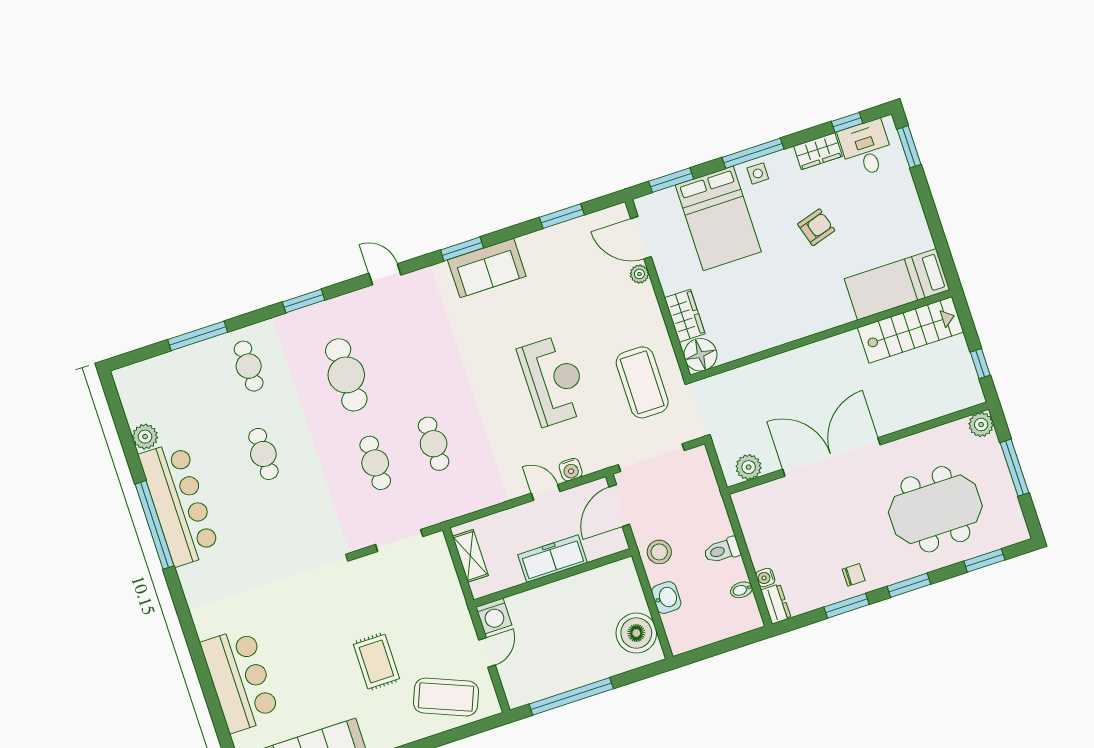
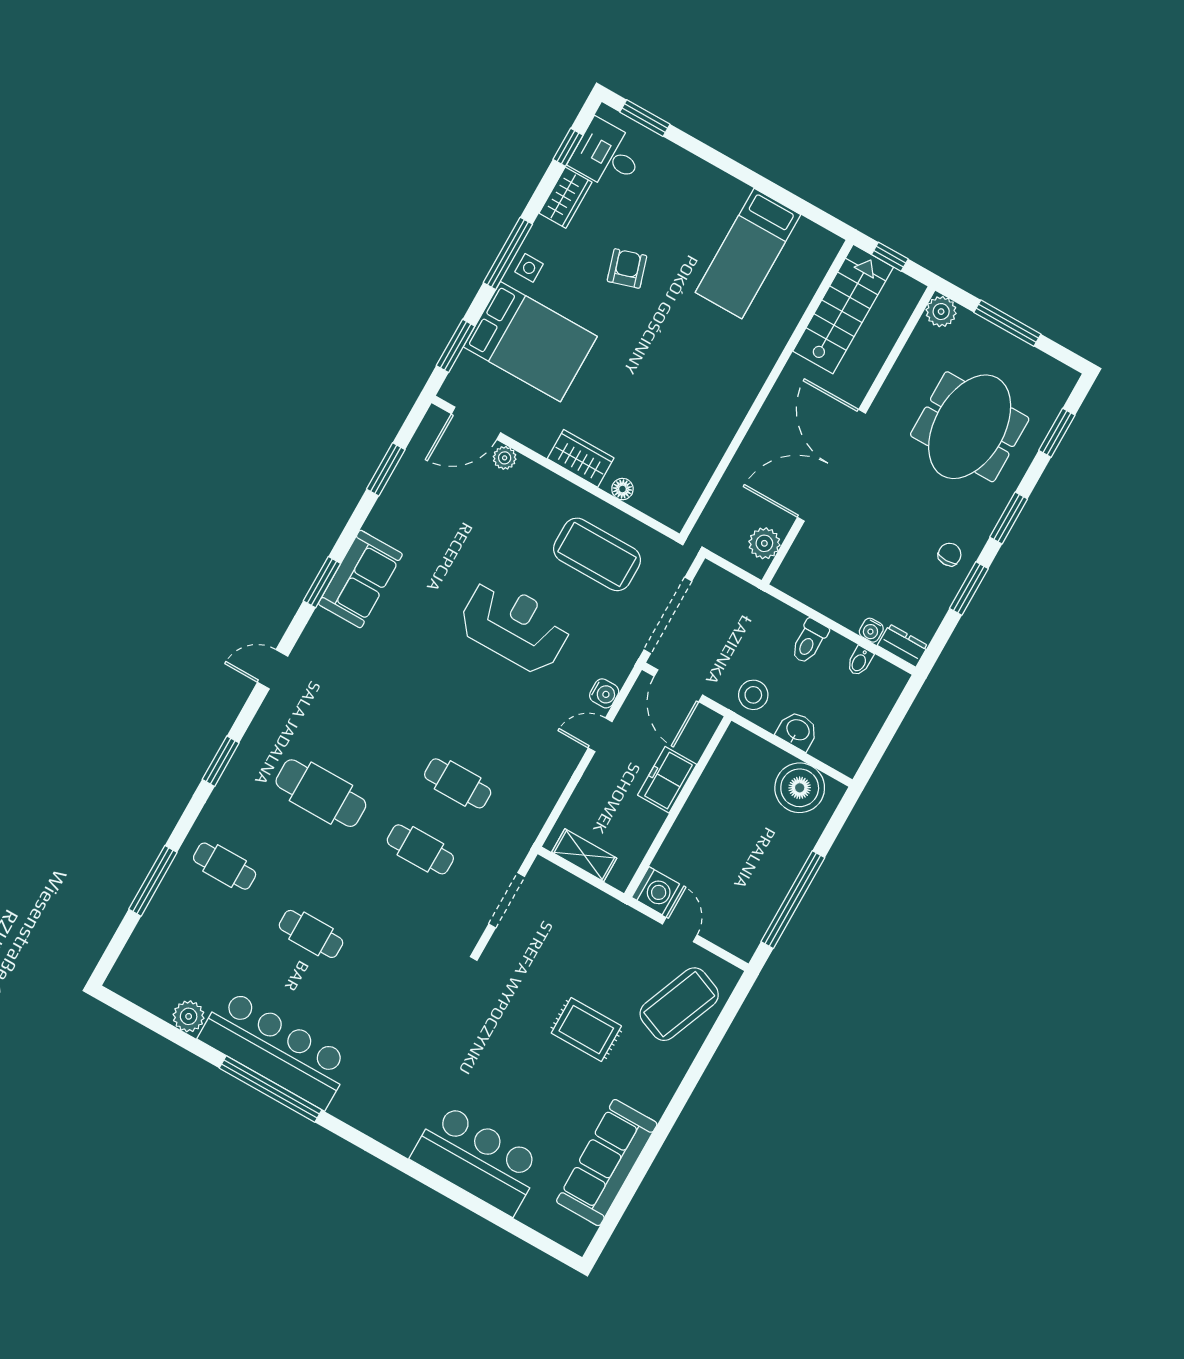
stairs: (911, 330) -> (843, 309), moved
wall: (821, 336) -> (766, 389), moved
floor lamp: (700, 355) -> (622, 489), width x0.53, depth x0.53
freezer: (553, 559) -> (667, 780), width x0.71

